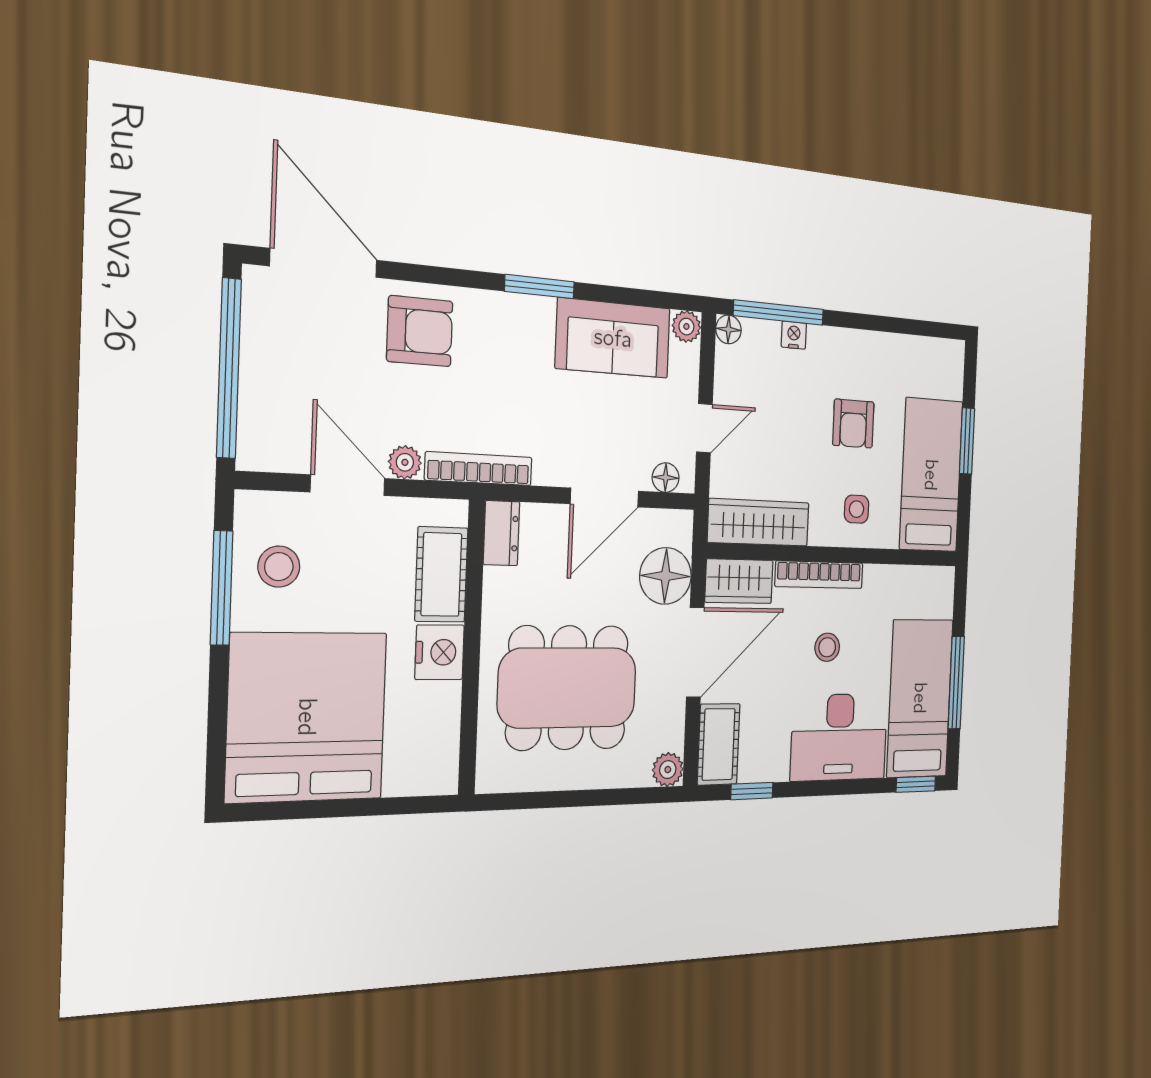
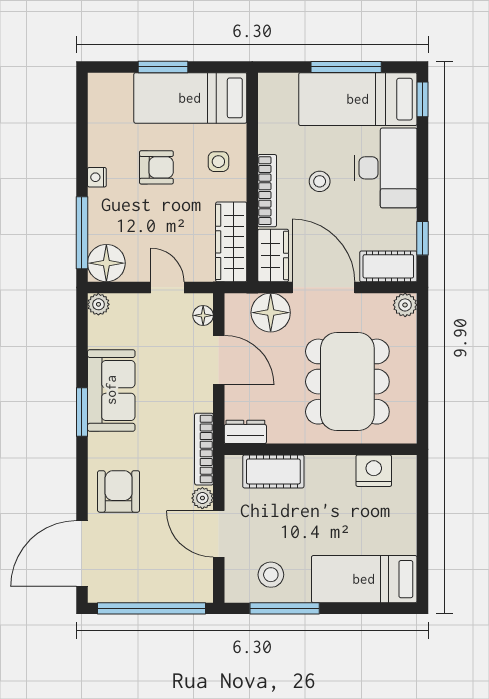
floor lamp: (728, 329) -> (106, 263), width x1.89, depth x1.89
nightstand: (794, 335) -> (97, 177), moved
sofa: (613, 338) -> (111, 390), moved
door: (348, 485) -> (219, 534), hinge flipped
nightstand: (440, 652) -> (374, 471), moved
bed: (307, 717) -> (364, 579), width x0.49

